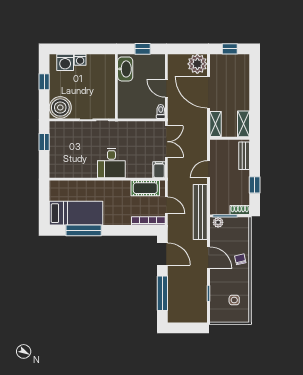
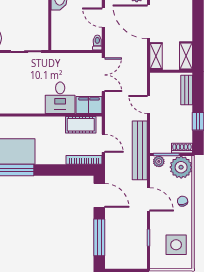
desk: (111, 163) -> (60, 98), moved
door: (209, 169) -> (149, 105), hinge flipped
filing cabinet: (159, 170) -> (89, 105), width x2.00
plant: (239, 228) -> (181, 167), added
side table: (234, 300) -> (176, 245), width x1.87, depth x1.87

